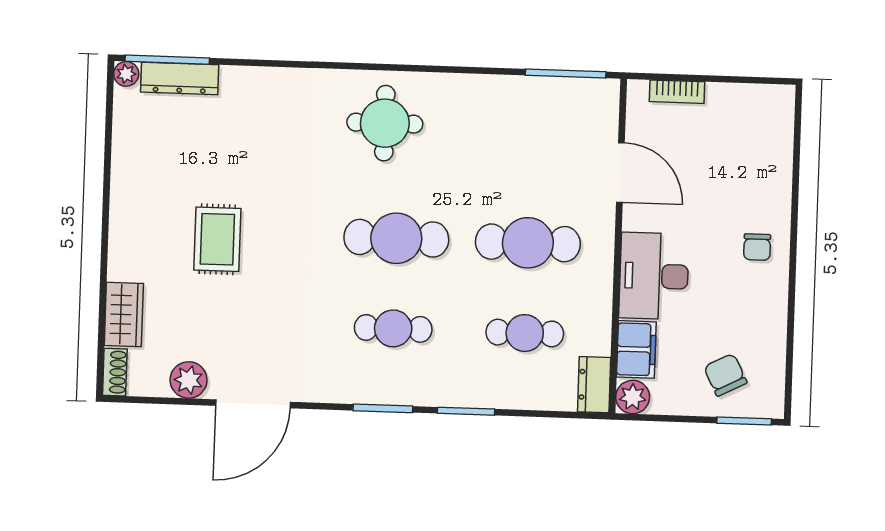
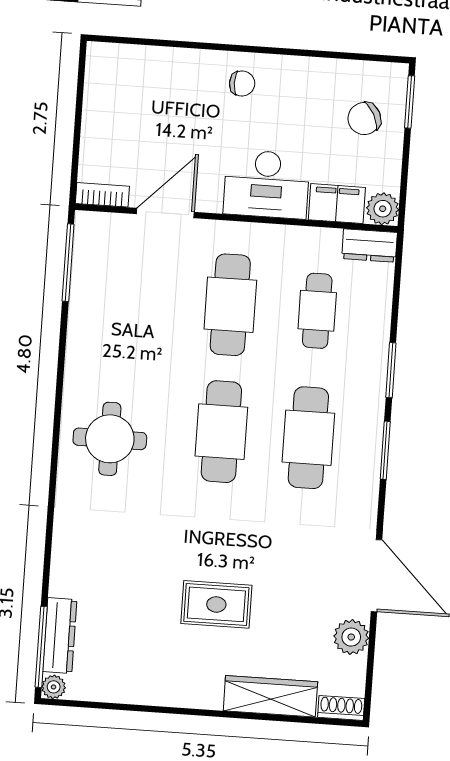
bookcase: (677, 92) -> (102, 195), moved, turned -90
wardrobe: (124, 314) -> (270, 696), width x1.50
cafe table: (393, 328) -> (308, 438), width x1.37, depth x1.35

